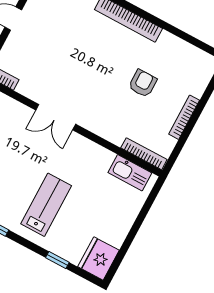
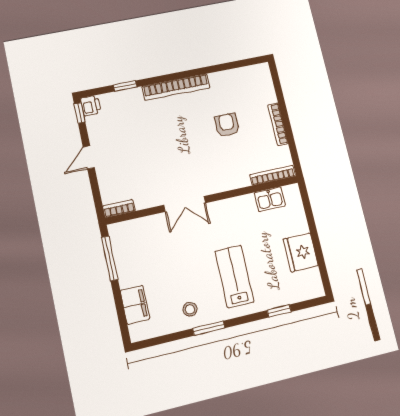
kitchen sink: (130, 173) -> (270, 199), width x0.73
fridge: (98, 258) -> (301, 252), moved

